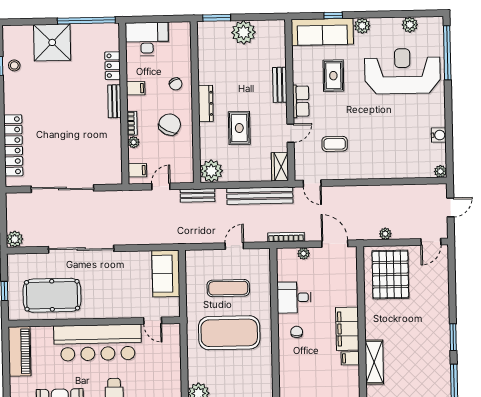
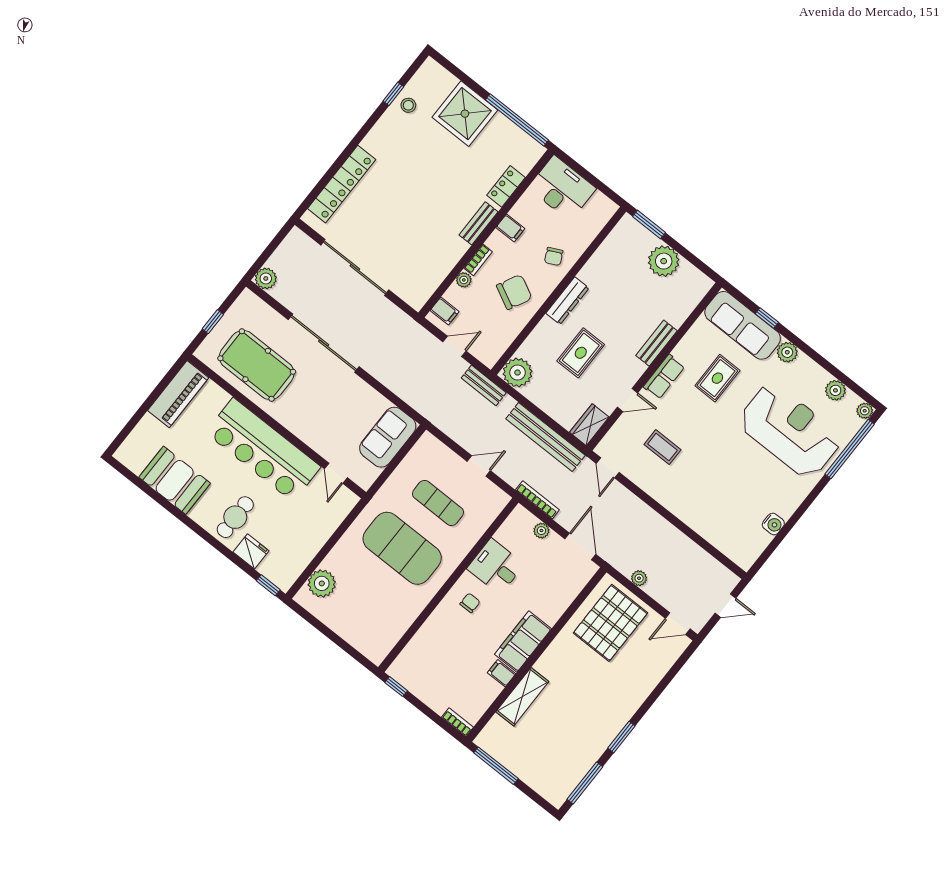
plant: (440, 171) -> (865, 411), moved

